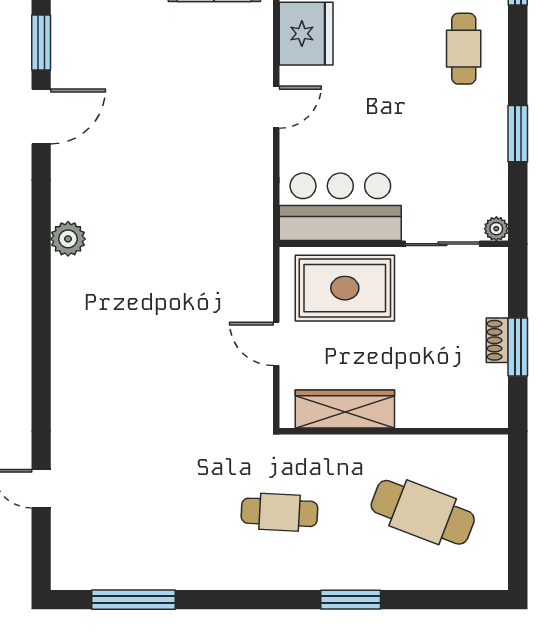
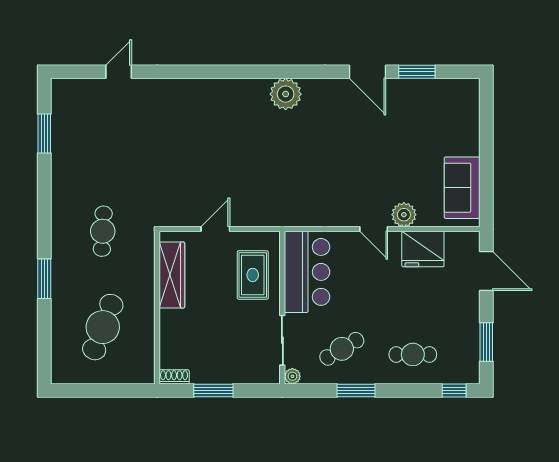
plant: (255, 62) -> (404, 215), added
cafe table: (455, 155) -> (342, 349), added
plant: (68, 239) -> (286, 94), width x1.36, depth x1.36
rug: (345, 288) -> (253, 275), width x0.73, depth x0.70
shoe rack: (497, 340) -> (174, 377), moved
window: (133, 600) -> (44, 134), width x0.69

